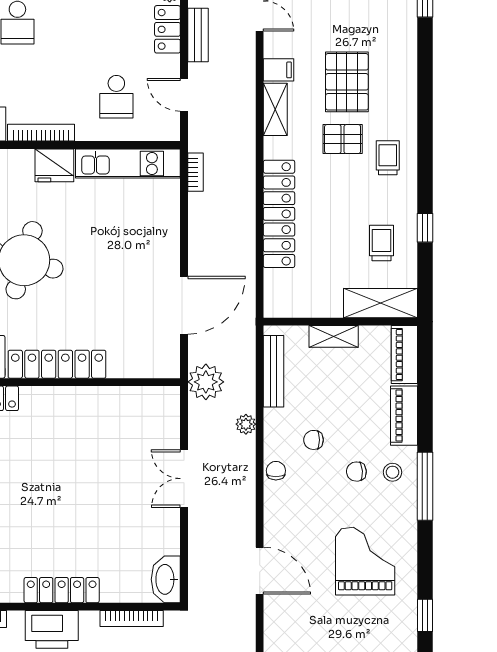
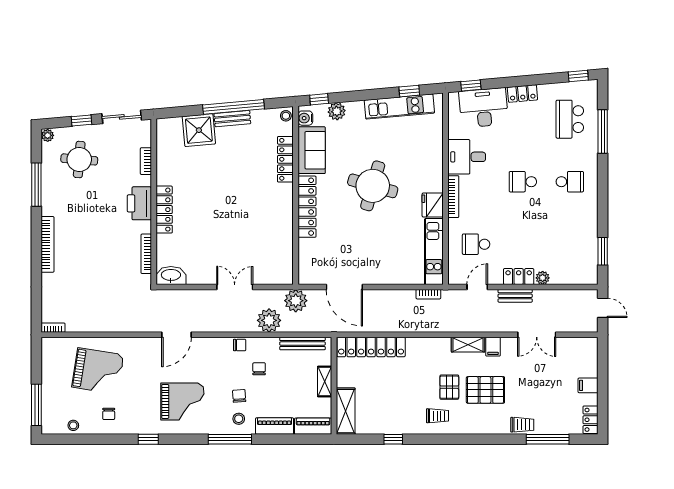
locker: (279, 214) -> (371, 347), moved
trolley: (382, 243) -> (522, 425), moved
plant: (246, 424) -> (269, 320), width x1.88, depth x1.88

